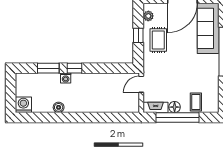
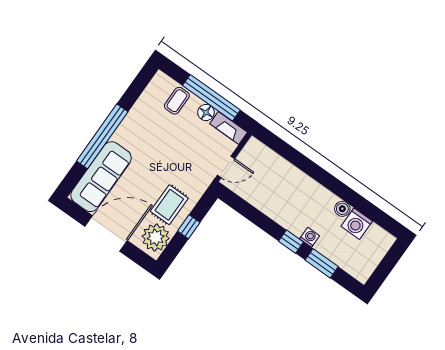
plant: (148, 16) -> (156, 237), width x1.87, depth x1.87
washing machine: (23, 105) -> (357, 224), moved

